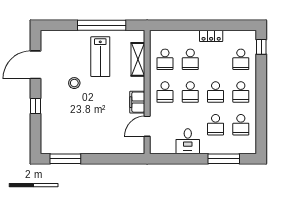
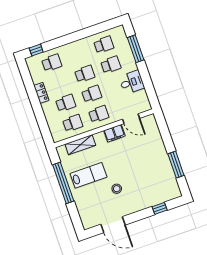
school desk: (241, 92) -> (78, 54), removed
window: (35, 106) -> (160, 208), moved
window: (65, 159) -> (176, 165), moved

